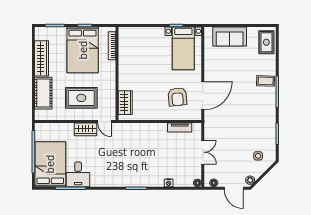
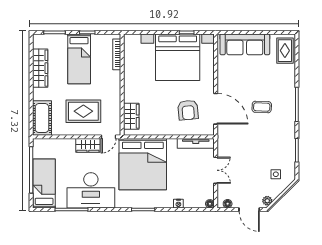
sofa: (230, 37) -> (245, 44), width x1.36
bed with nightstands: (183, 48) -> (178, 57), width x1.85
bed: (83, 50) -> (79, 59), width x0.67
coffee table: (266, 81) -> (262, 107), moved
cot: (43, 93) -> (42, 118), moved
door: (203, 96) -> (216, 109), hinge flipped
door: (104, 122) -> (109, 137), hinge flipped
tv unit: (180, 127) -> (196, 143), width x1.41
bed: (136, 147) -> (143, 164), added
bed: (50, 164) -> (44, 183), width x0.67
desk: (78, 174) -> (91, 190), width x1.87, depth x1.30

